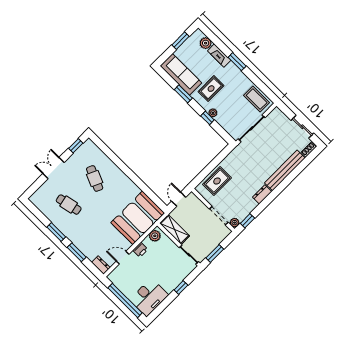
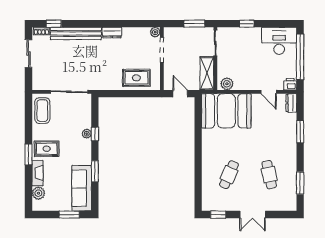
window: (181, 41) -> (69, 215), moved
rug: (211, 89) -> (47, 149), moved
door: (179, 199) -> (180, 94), swing flipped
window: (247, 221) -> (54, 24), moved
window: (56, 232) -> (300, 183), moved
printer: (140, 250) -> (290, 84), moved

